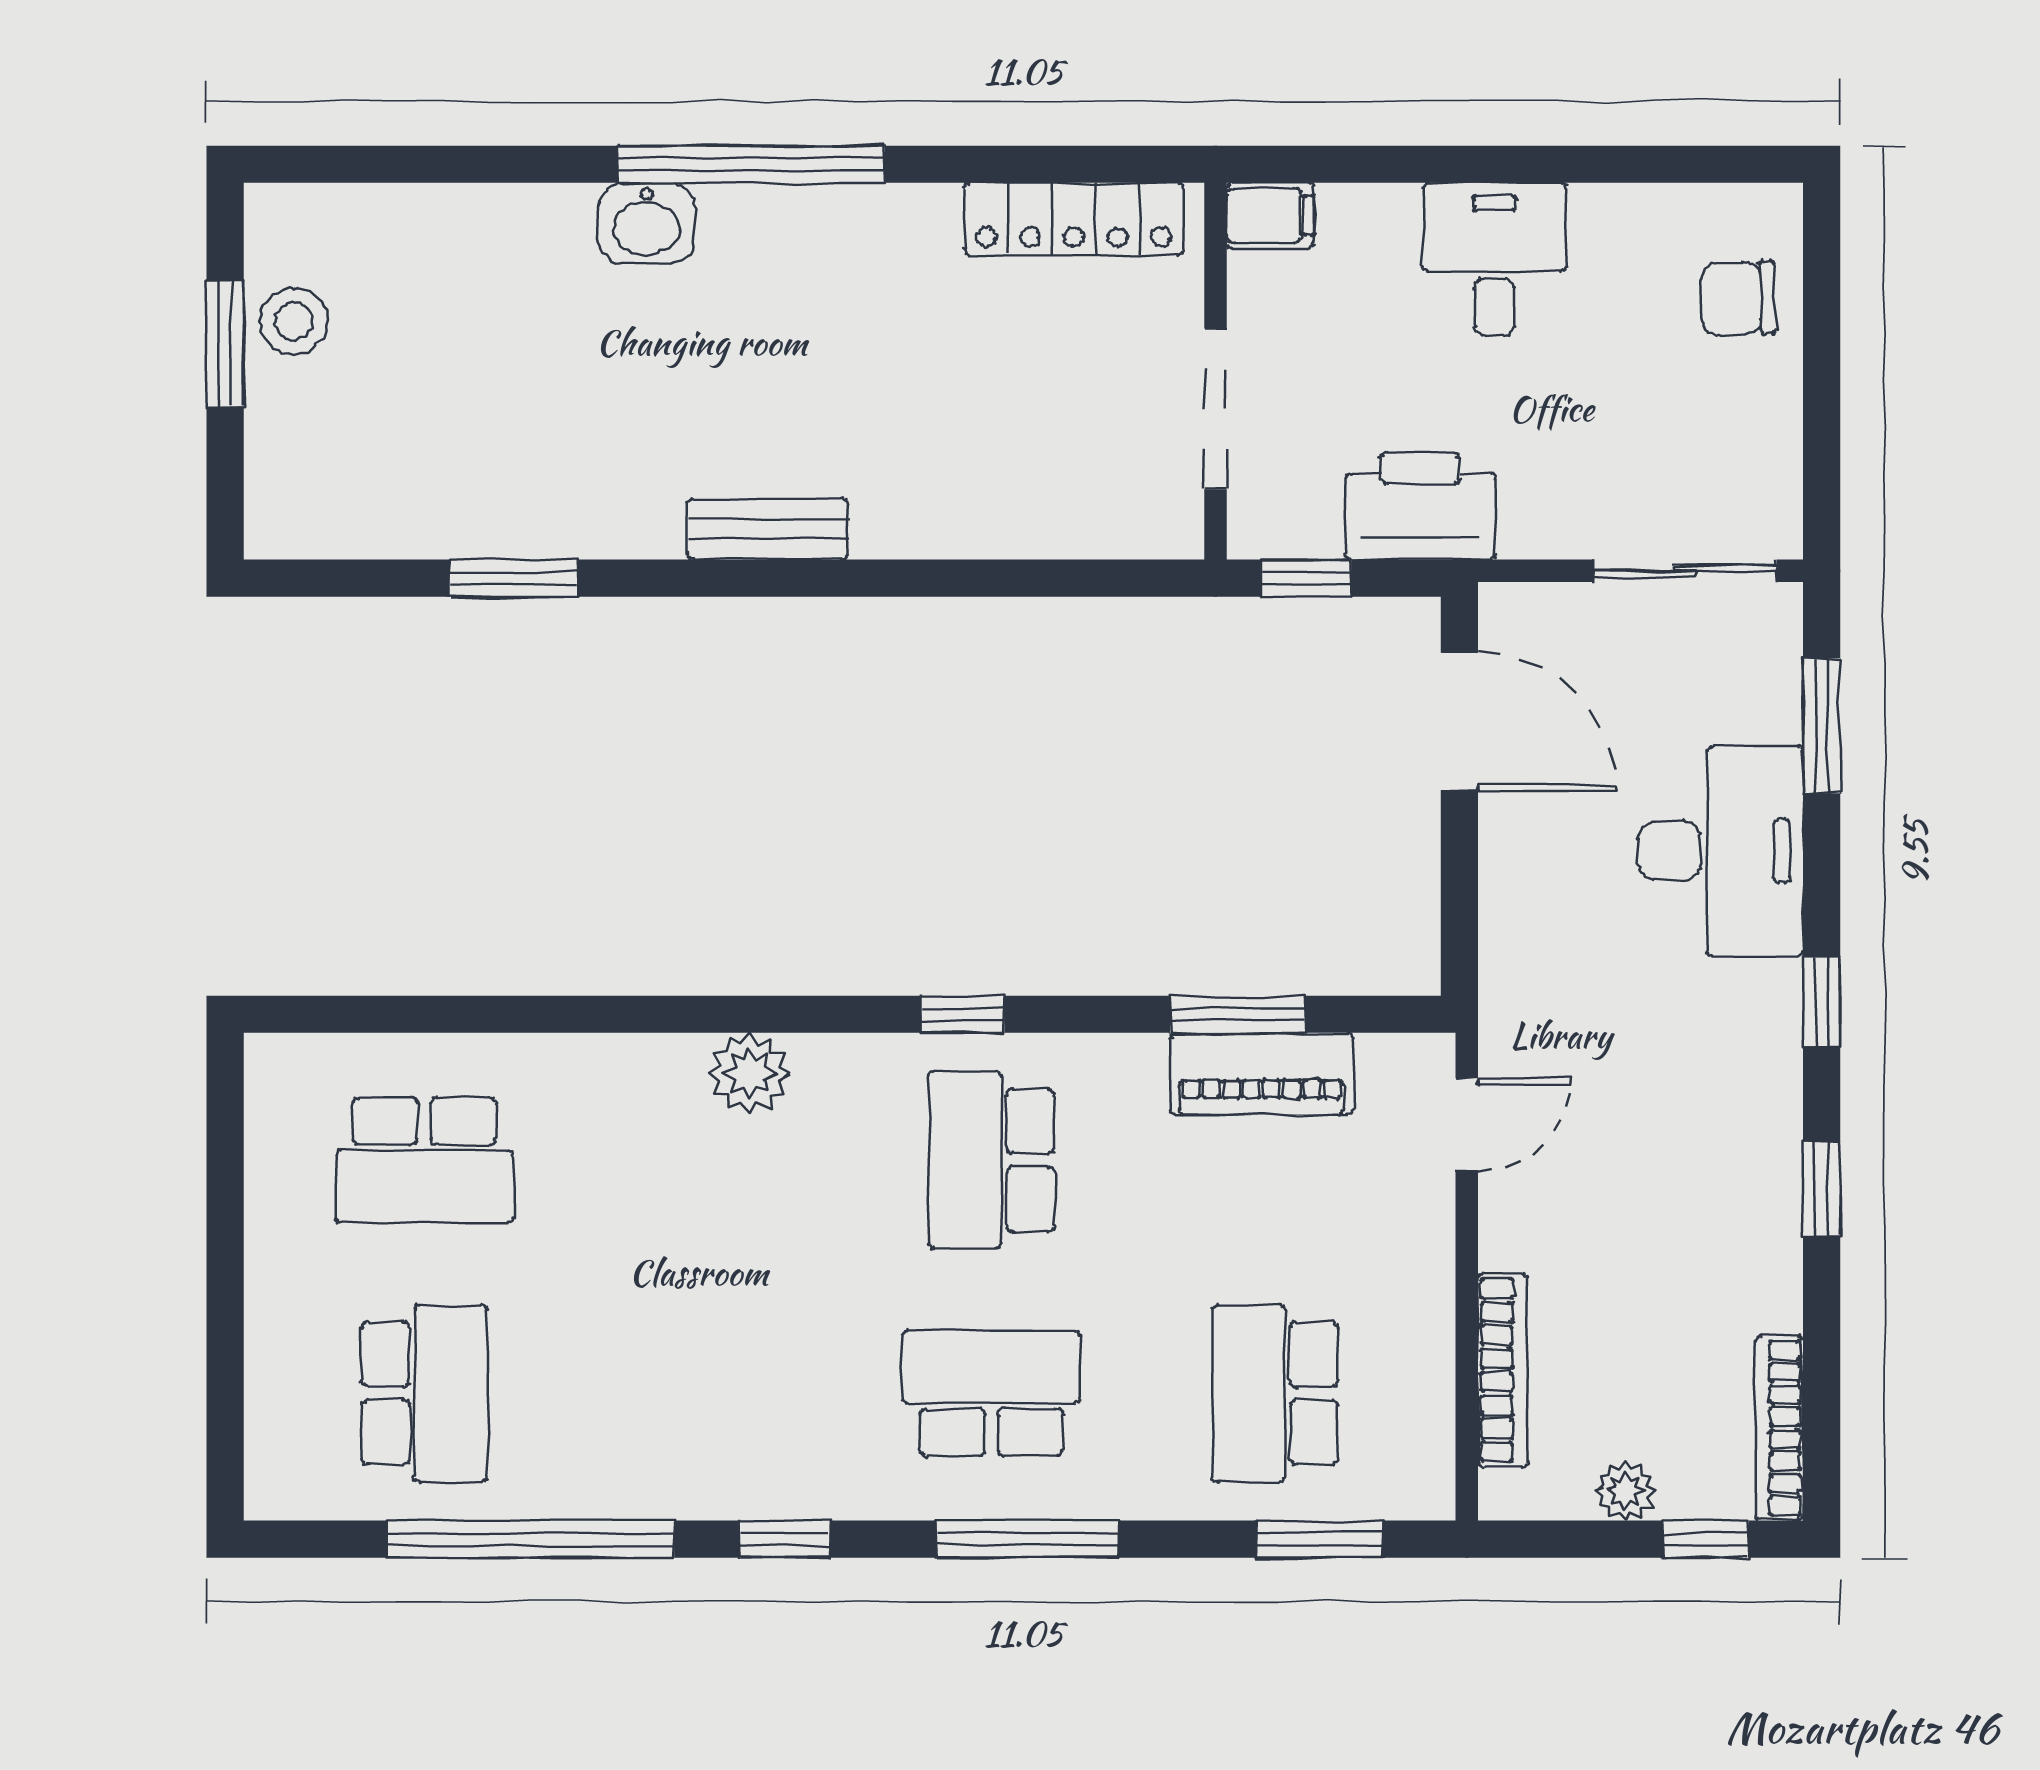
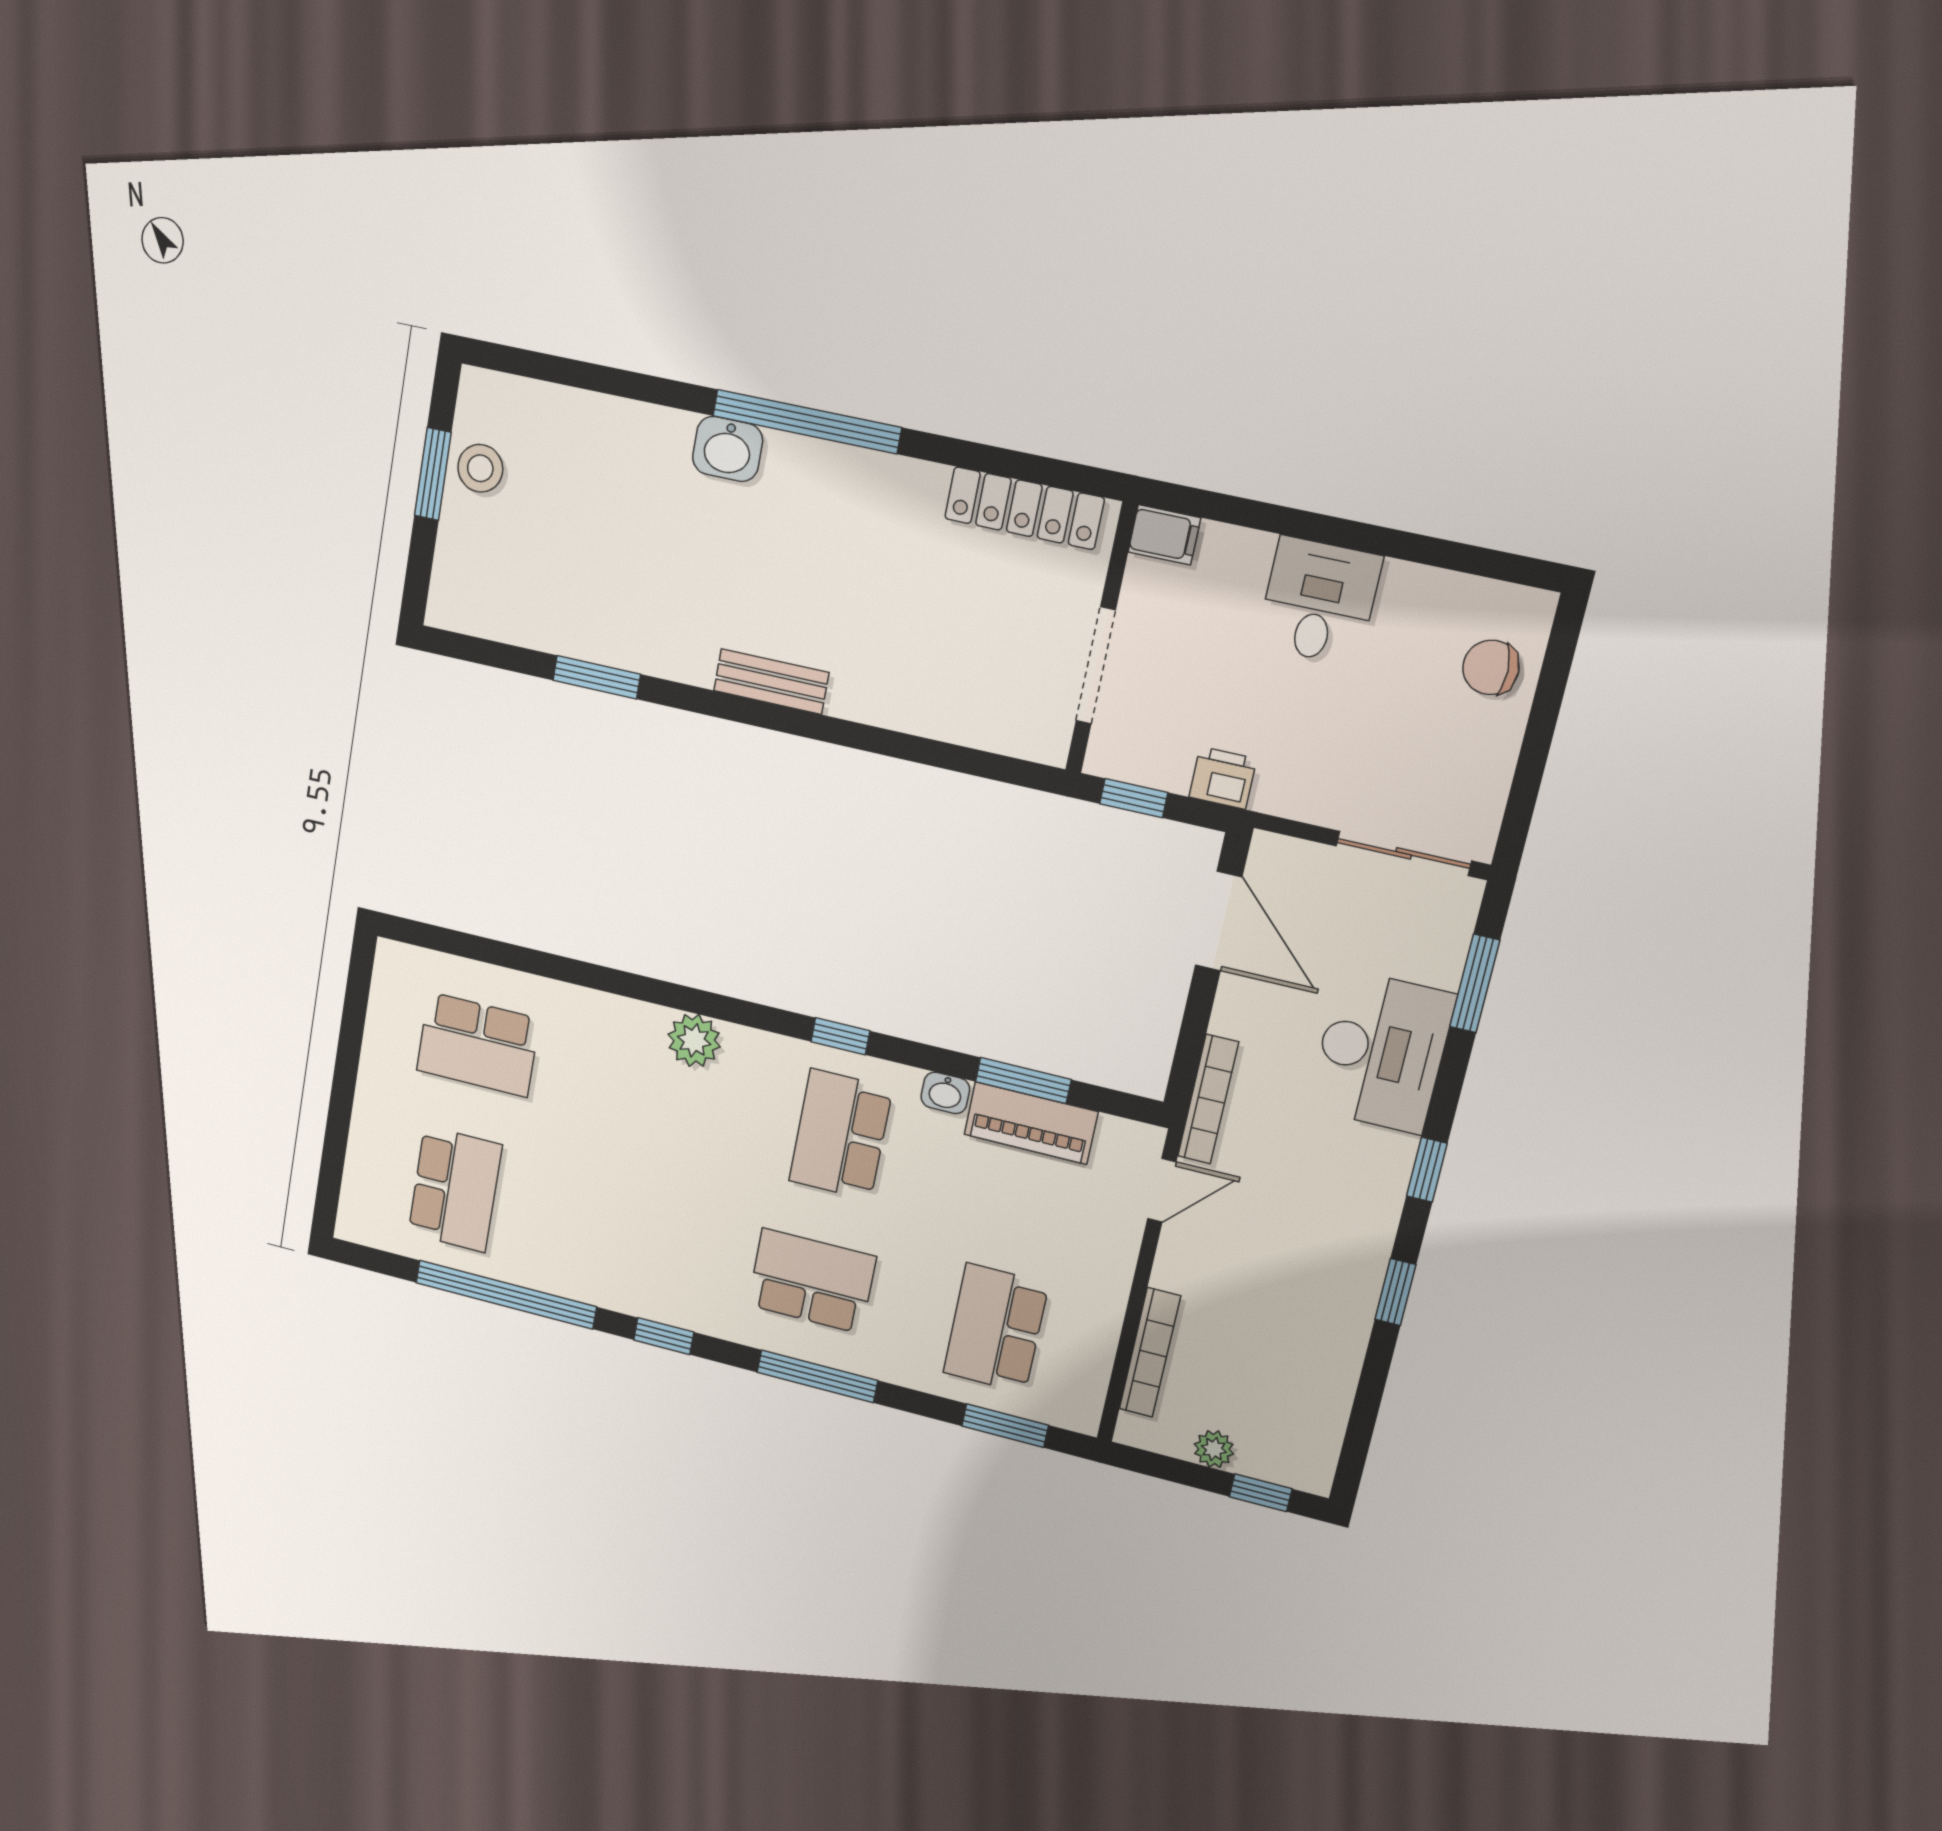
printer: (1421, 506) -> (1223, 778), width x0.53, depth x0.68
washbasin: (1131, 1060) -> (945, 1093), added
bookcase: (1779, 1428) -> (1208, 1099), moved, turned 180

